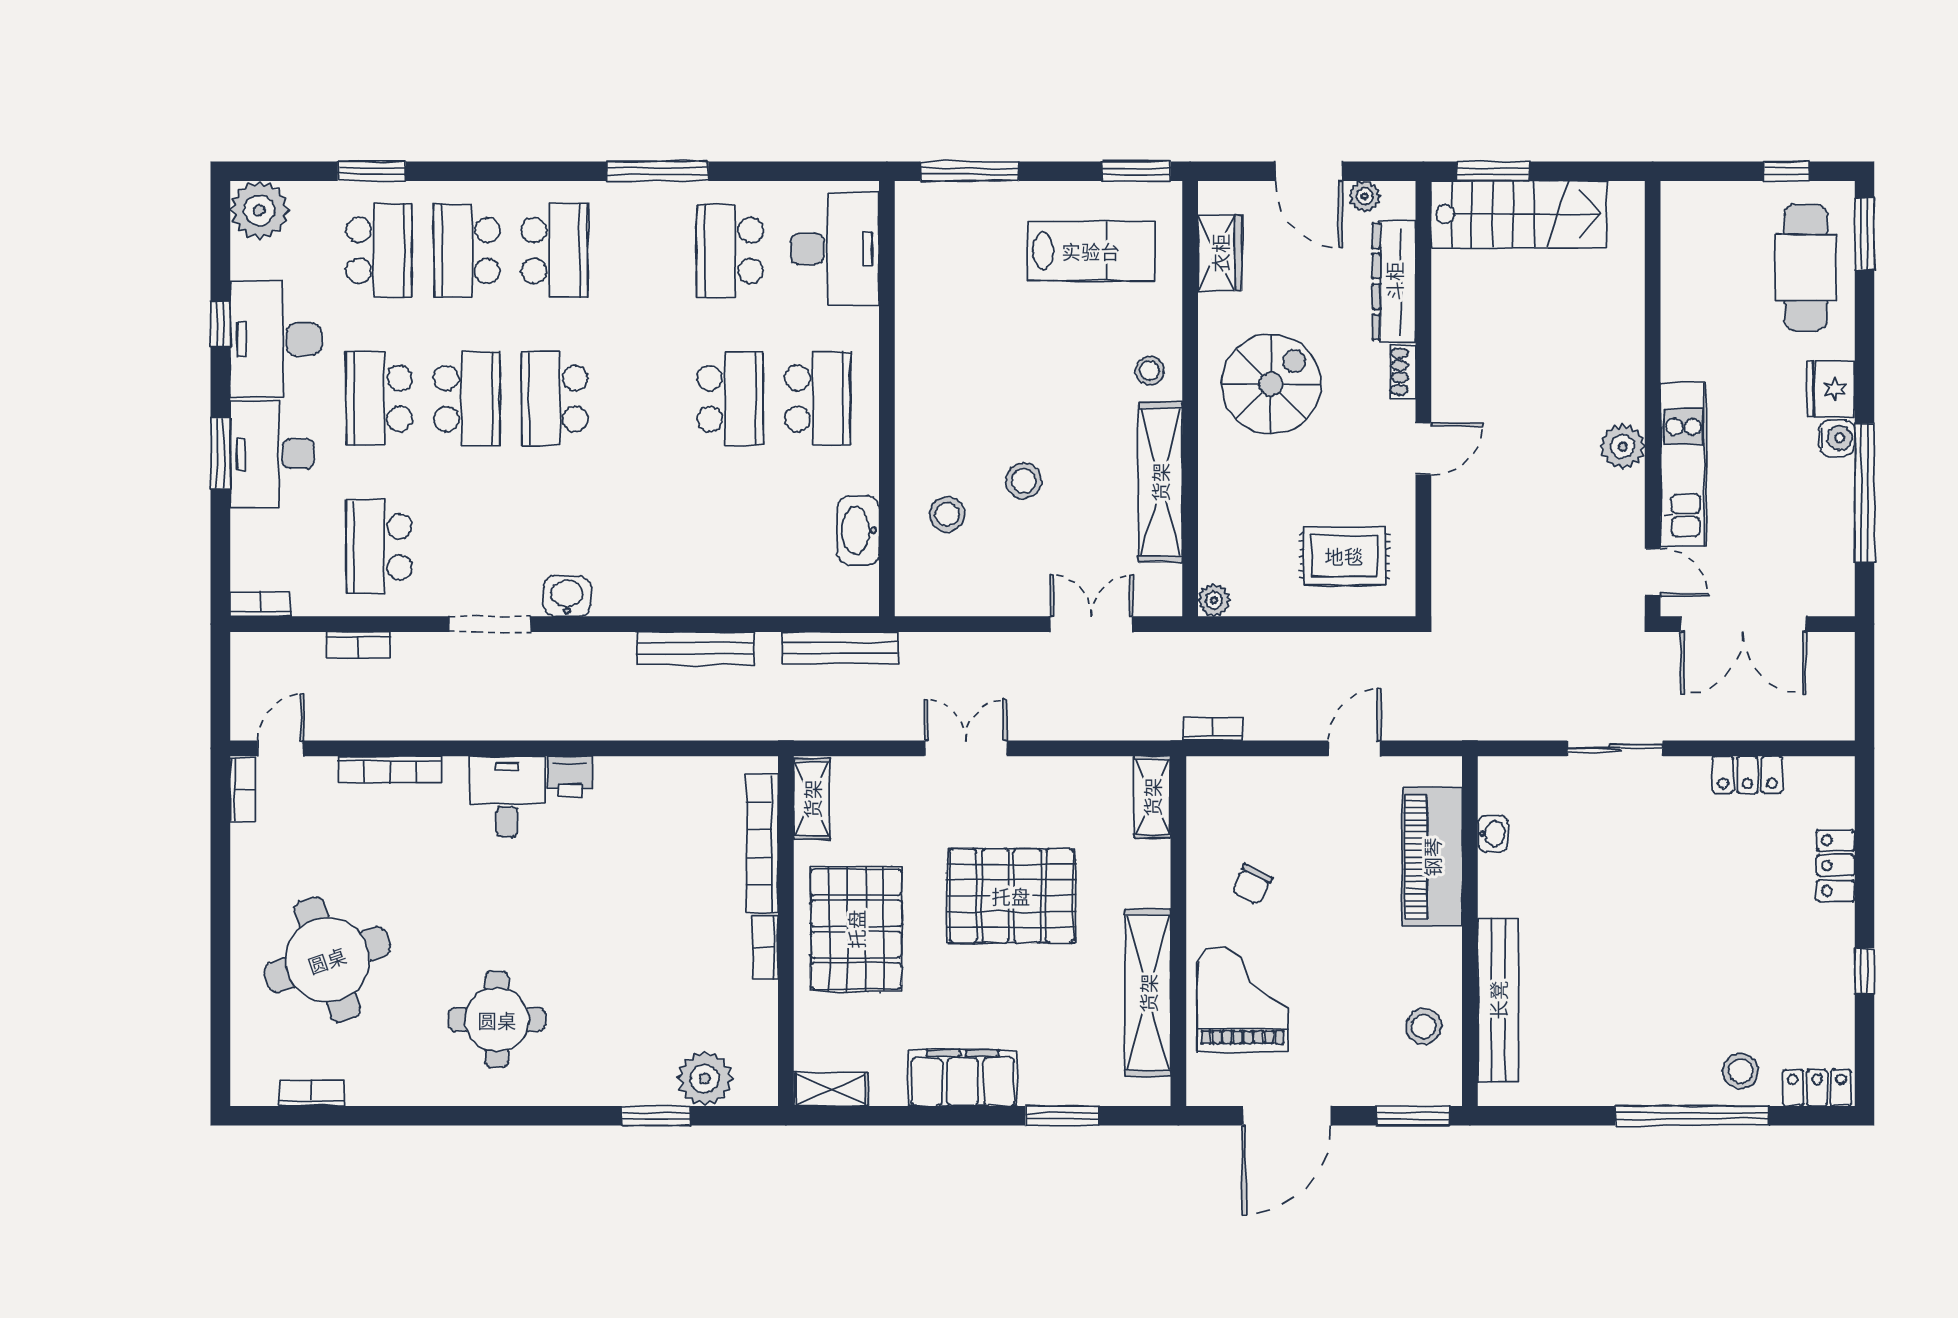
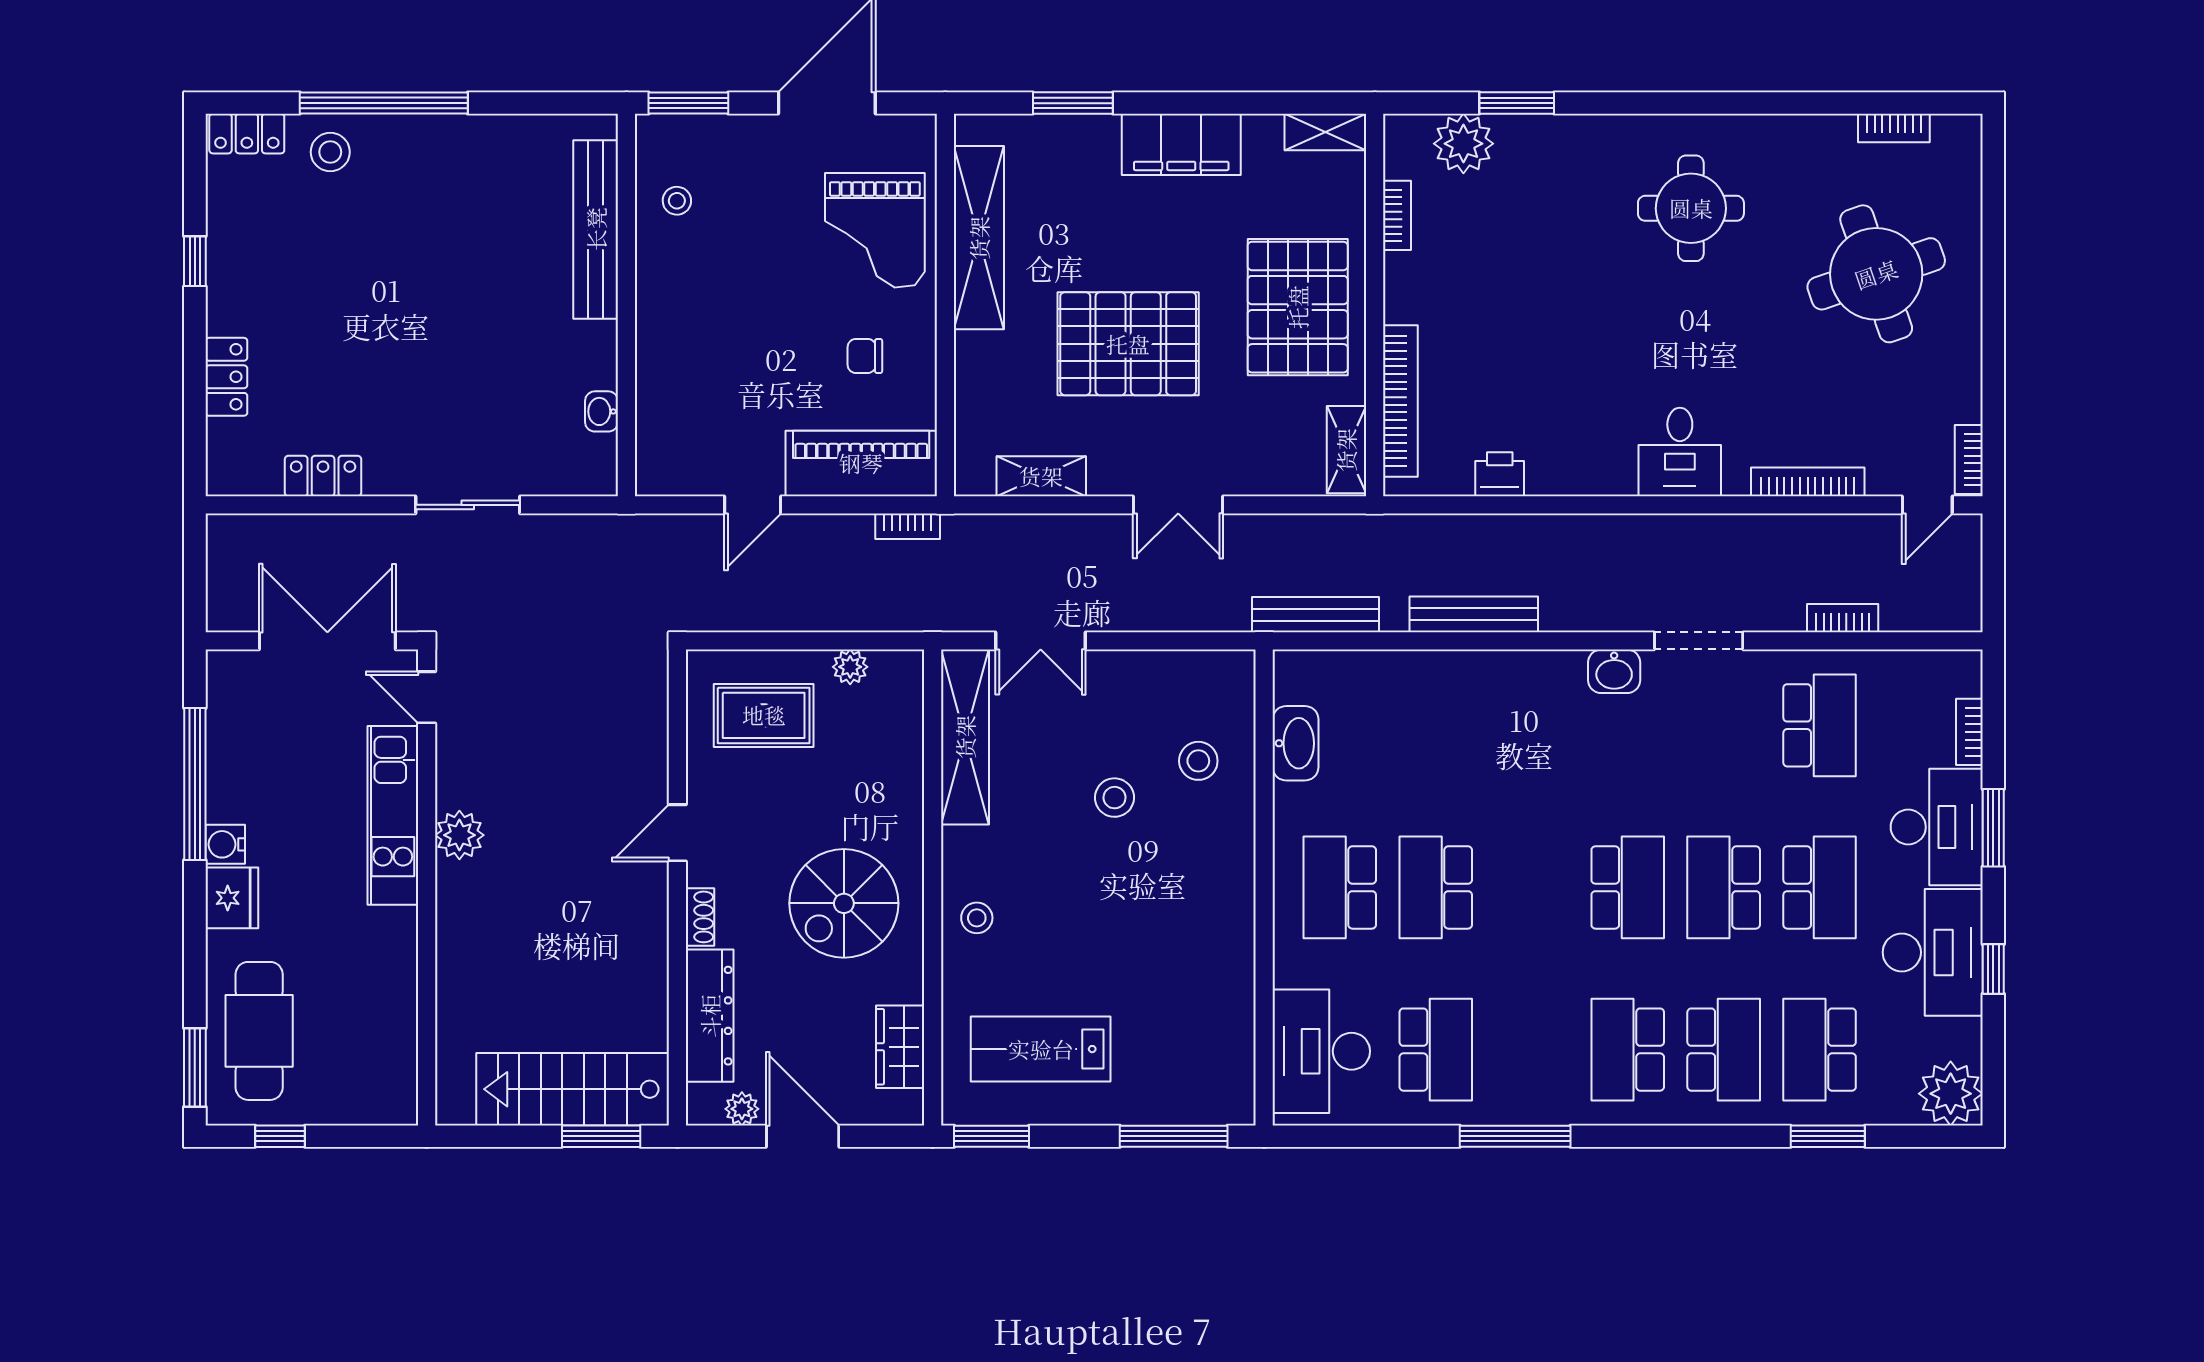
shelving: (1160, 482) -> (965, 737), moved
plant: (1214, 600) -> (850, 667), moved
bookcase: (260, 604) -> (1969, 732), moved, turned 90
printer: (570, 776) -> (1500, 474), moved
shelving: (1152, 797) -> (1041, 476), moved, turned 90
piano: (1432, 857) -> (861, 463), moved, turned -90
chair: (1252, 884) -> (865, 356), turned -117
bookcase: (765, 948) -> (1397, 215), moved
stool: (1424, 1026) -> (677, 201), width x0.73, depth x0.73

